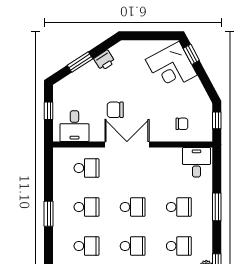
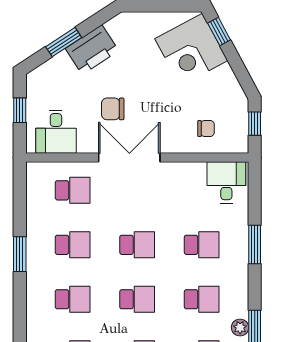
printer: (104, 60) -> (92, 50), width x1.87, depth x1.48

